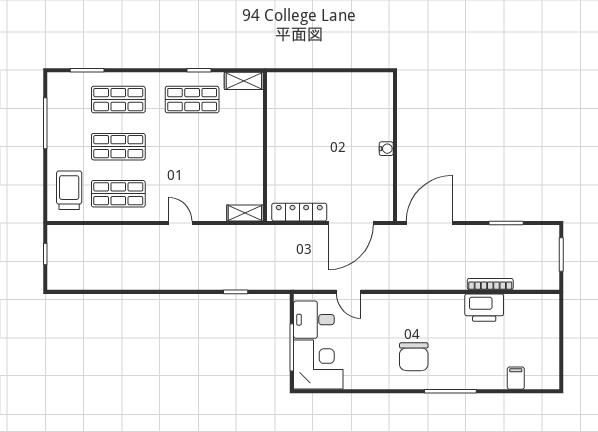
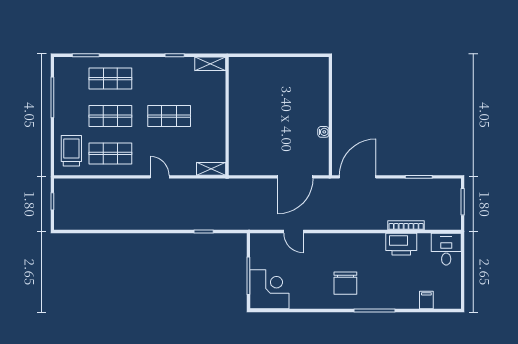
shop shelf: (192, 100) -> (169, 116), moved
water cooler: (386, 149) -> (323, 132), moved
locker: (299, 212) -> (254, 168), removed
desk: (314, 320) -> (446, 249), moved, turned 90

